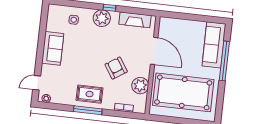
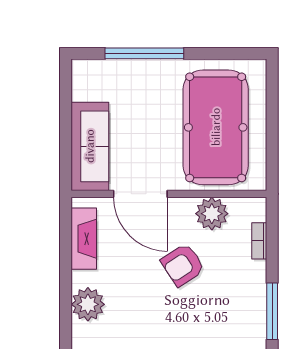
window: (109, 8) -> (66, 292), removed
sofa: (214, 45) -> (90, 146), moved, turned -90
door: (154, 51) -> (140, 194), swing flipped
rug: (89, 94) -> (240, 311), removed

